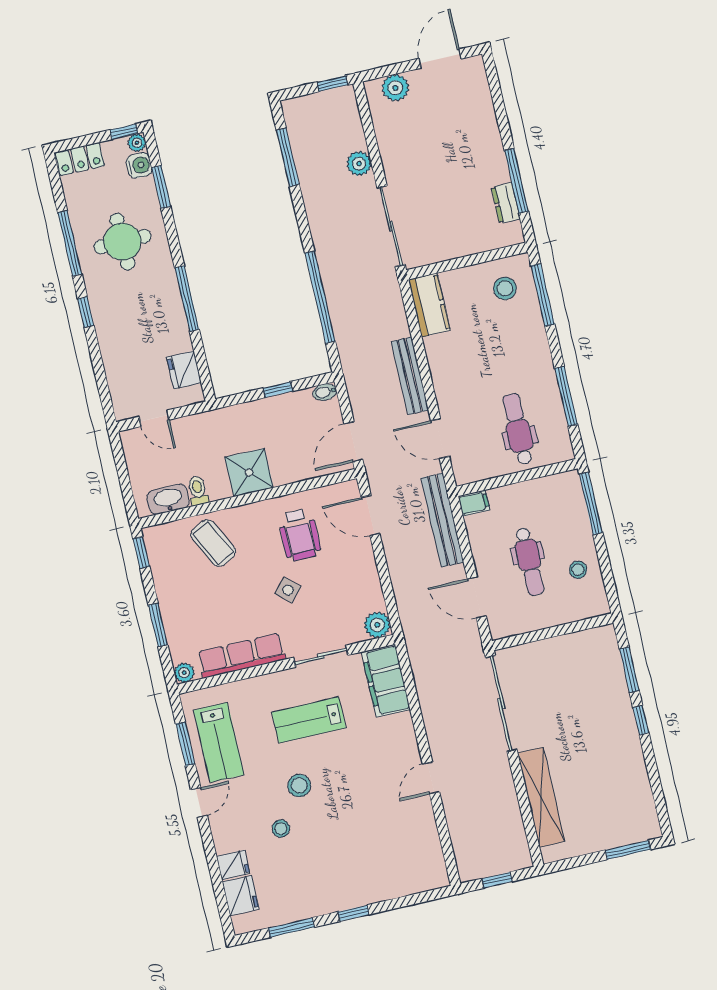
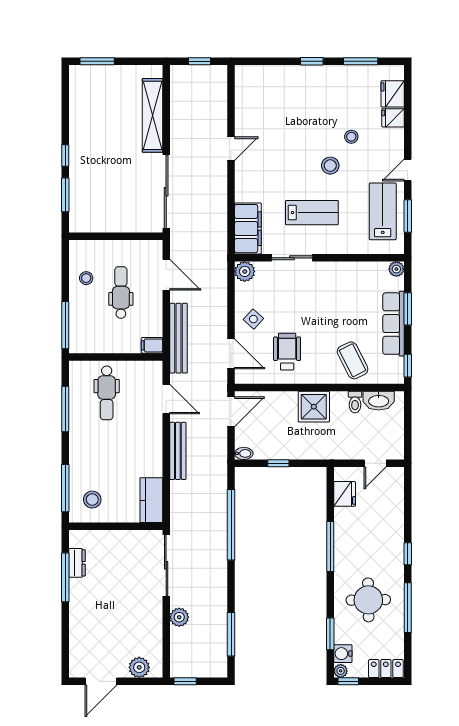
door: (154, 418) -> (375, 463), swing flipped
side table: (288, 590) -> (253, 319), moved
row of seats: (241, 656) -> (394, 324), moved, turned 90

